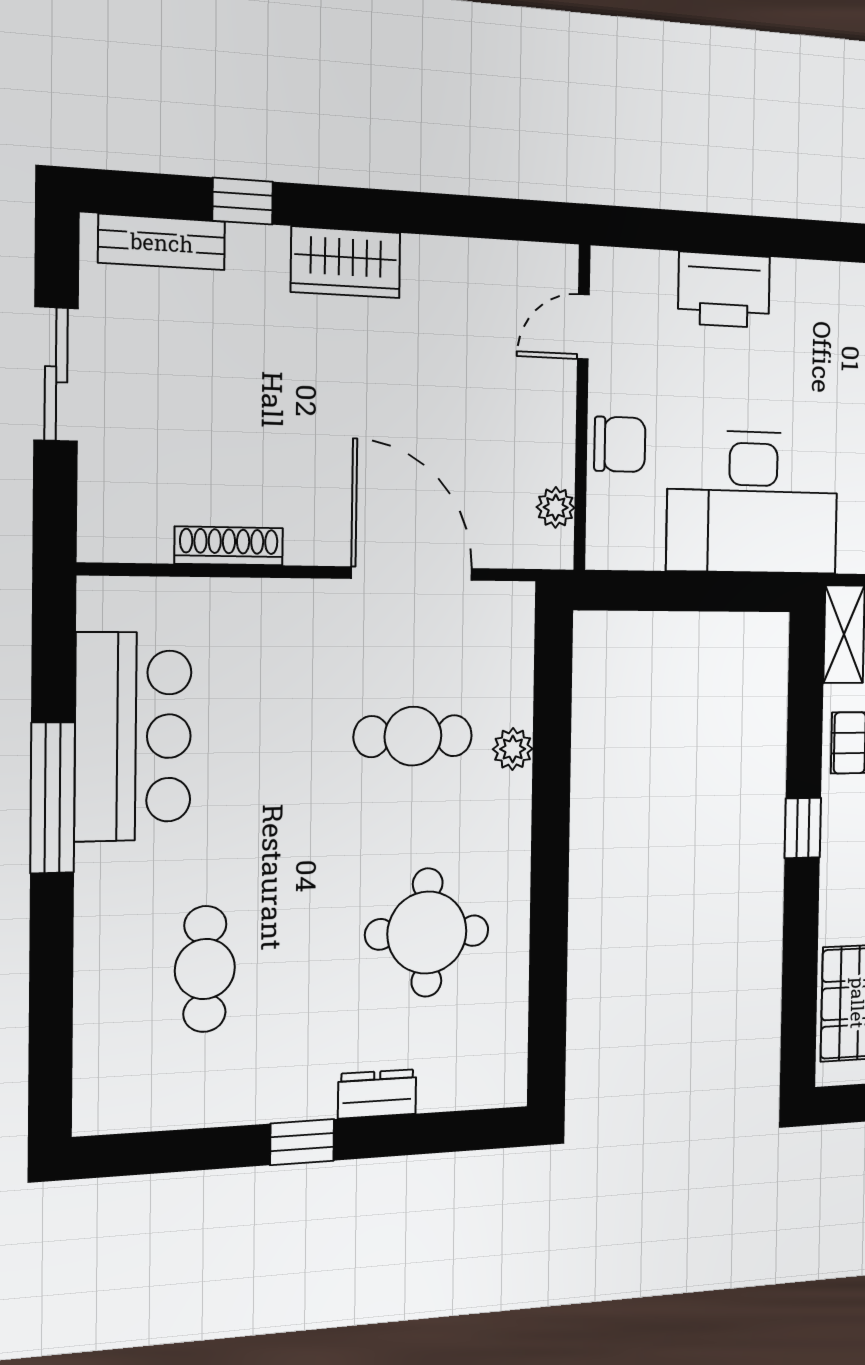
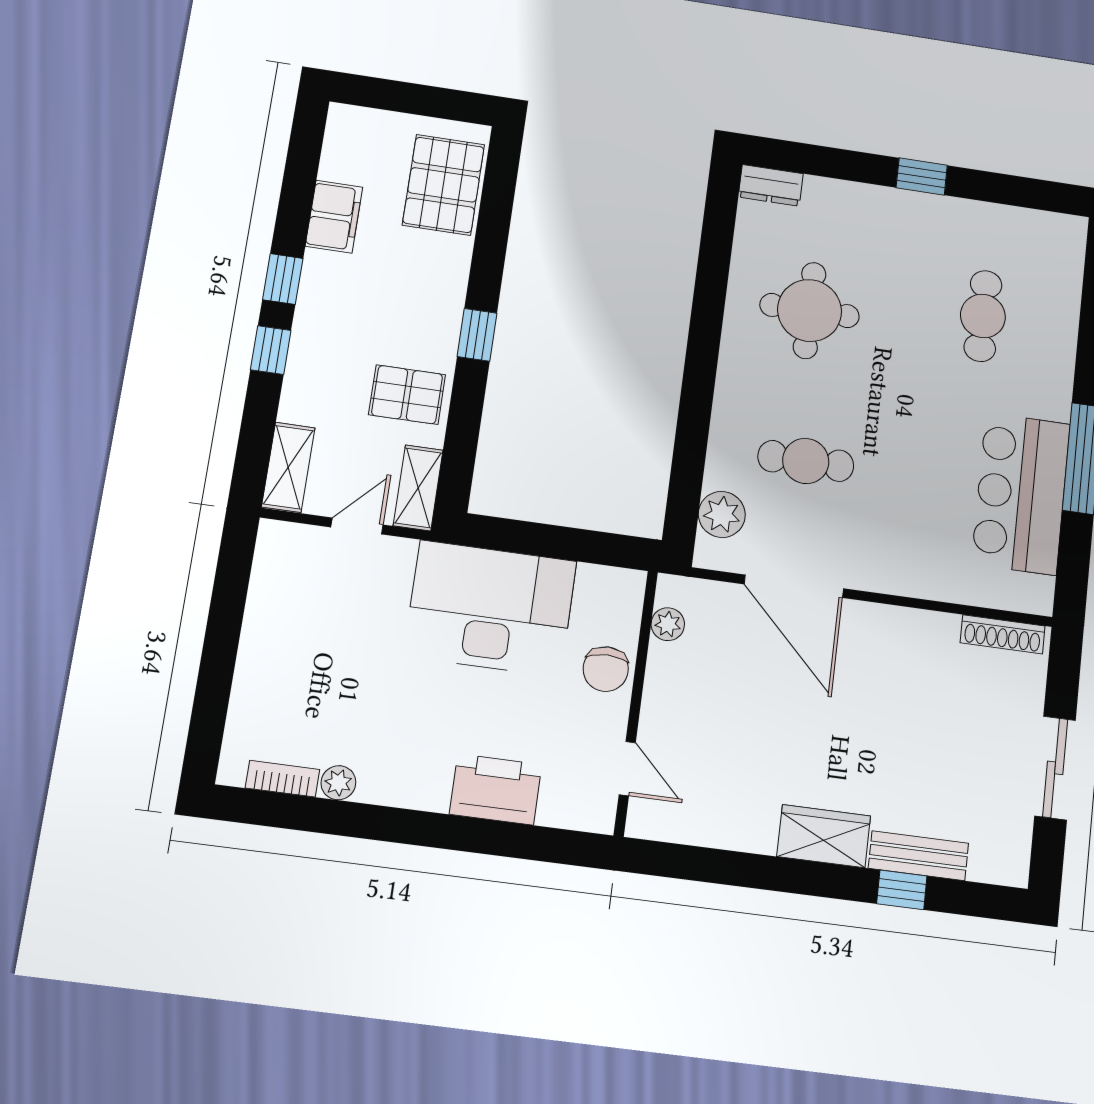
bench: (162, 242) -> (918, 856), moved
door: (583, 327) -> (627, 769), hinge flipped
chair: (620, 444) -> (606, 669), turned -90
shoe rack: (229, 546) -> (1003, 634), moved
plant: (513, 749) -> (722, 514), moved, width x1.38, depth x1.38
dresser: (377, 1094) -> (771, 185), moved

